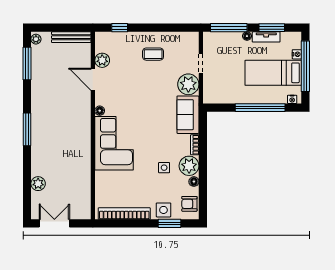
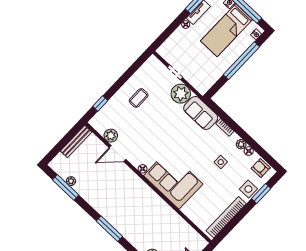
window: (229, 28) -> (169, 31), removed
plant: (36, 39) -> (71, 181), moved
plant: (189, 166) -> (241, 144), width x0.53, depth x0.53
armchair: (189, 204) -> (261, 168), turned 90

